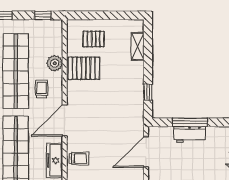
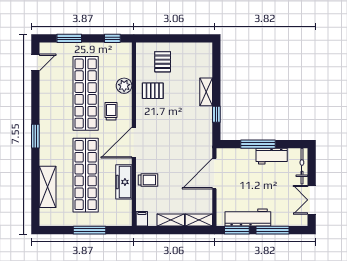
pallet: (94, 39) -> (163, 62), turned 90
shelving: (138, 46) -> (206, 92), moved
pallet: (84, 68) -> (153, 91), width x0.67, depth x0.71
workbench: (190, 134) -> (272, 156), moved

